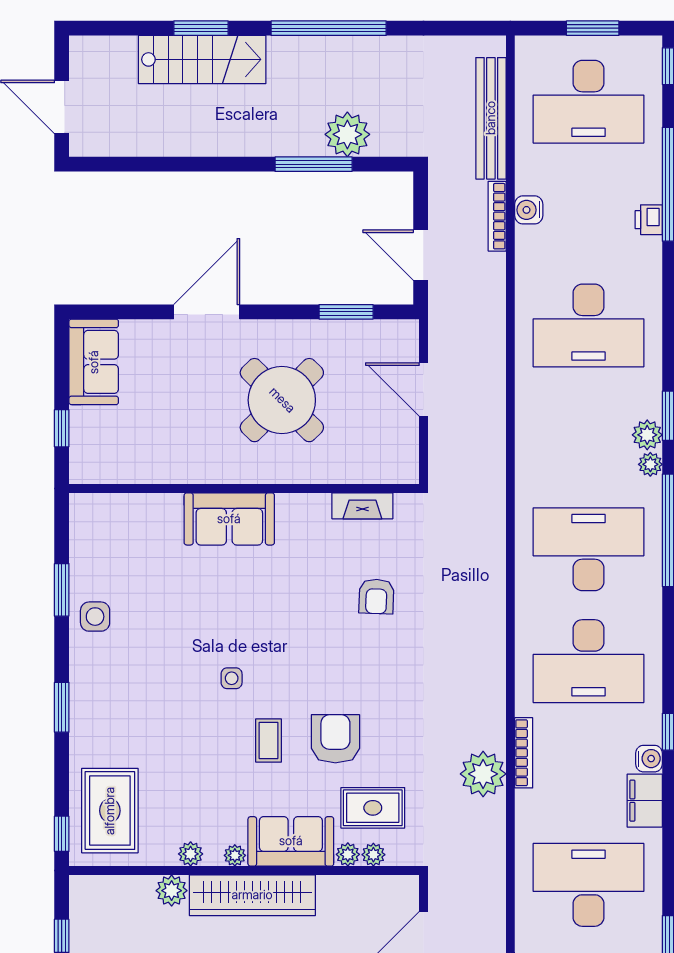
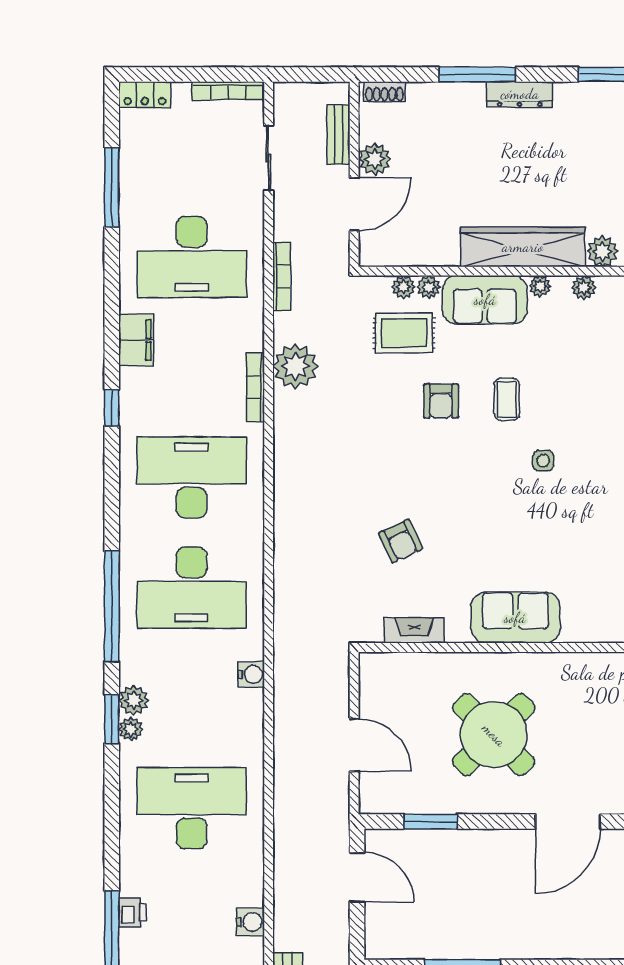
bookcase: (497, 216) -> (282, 276), moved
plant: (650, 464) -> (131, 729), moved
sofa: (229, 519) -> (515, 618), moved
armchair: (376, 597) -> (401, 541), turned 153
armchair: (335, 739) -> (441, 401), width x0.72, depth x0.72
water cooler: (649, 759) -> (251, 674), moved, turned 180

